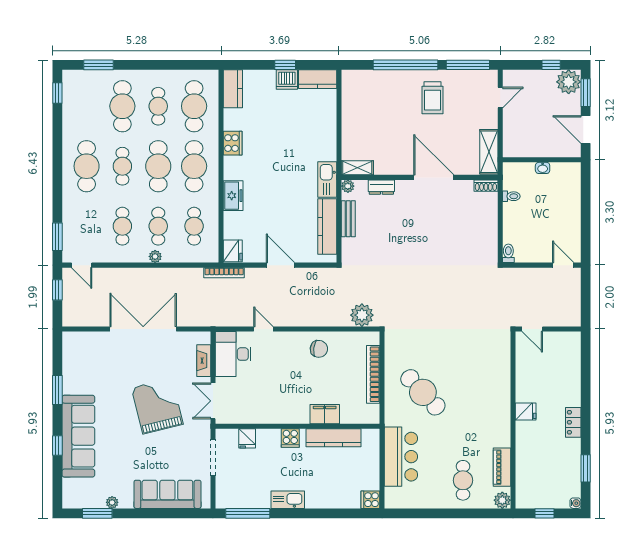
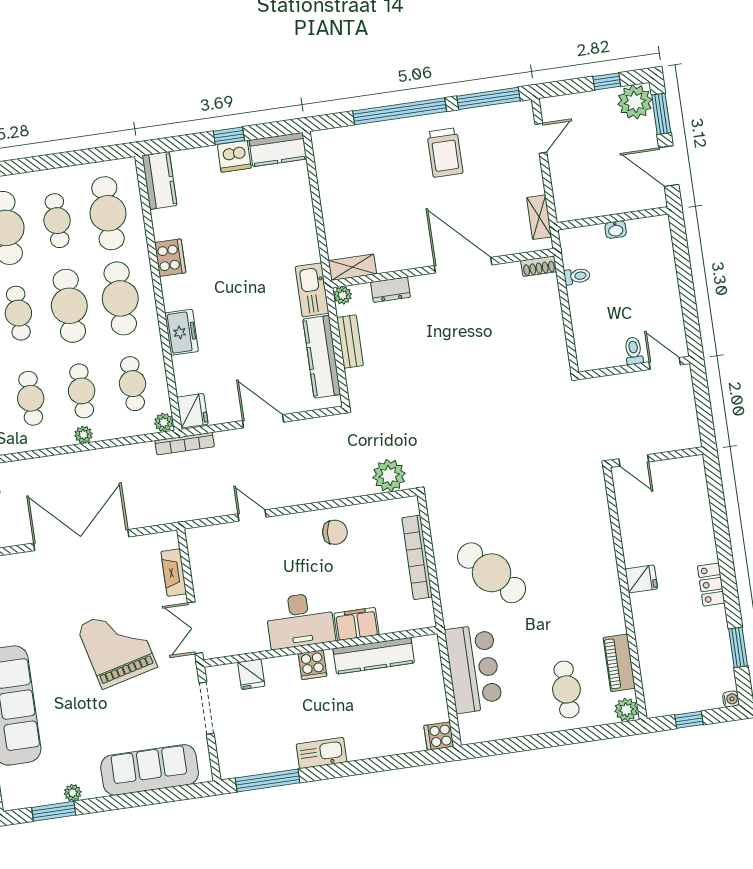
shelving: (489, 152) -> (539, 217), width x0.67, depth x0.75
toilet: (508, 253) -> (634, 351), moved
plant: (212, 256) -> (164, 422), added
desk: (233, 354) -> (300, 620), moved, turned -90

